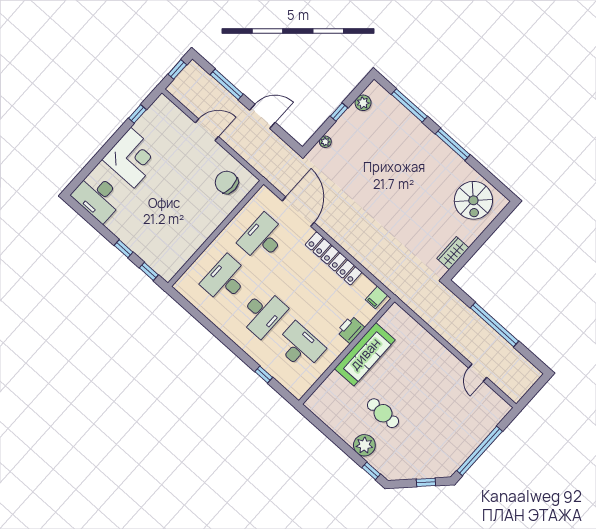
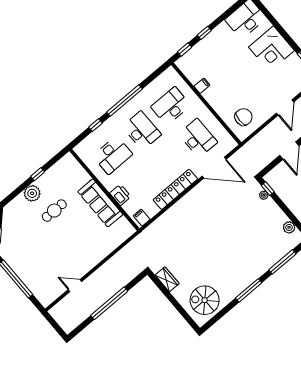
window: (339, 112) -> (268, 189), moved
filing cabinet: (193, 242) -> (202, 86), added
desk: (225, 280) -> (171, 106), turned -90
desk: (263, 313) -> (142, 131), turned 180
window: (226, 341) -> (124, 101), added
window: (371, 471) -> (38, 174), moved

